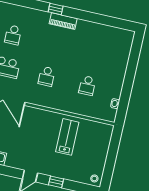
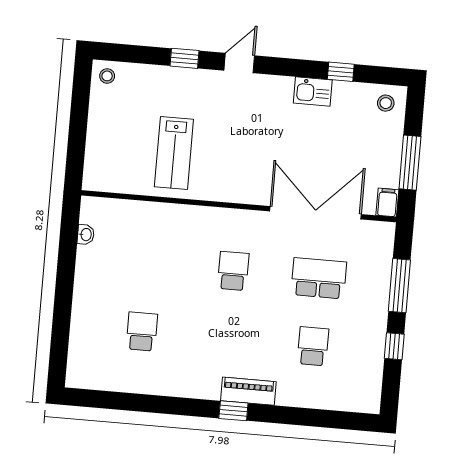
piano: (63, 21) -> (248, 391), moved
school desk: (87, 86) -> (142, 332), moved

